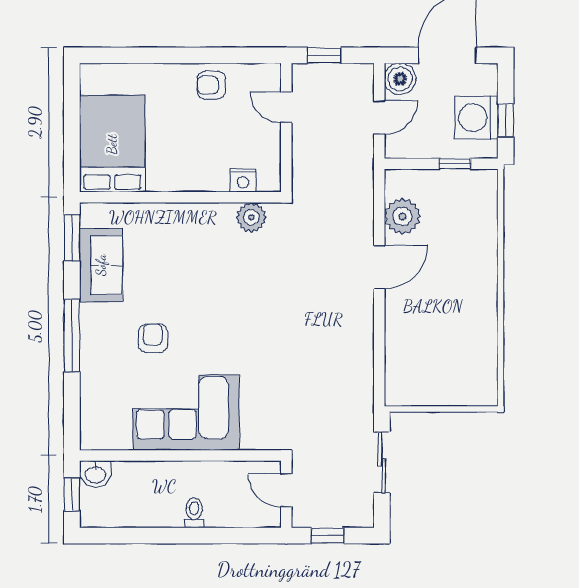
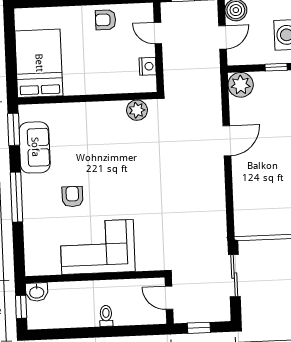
nightstand: (243, 180) -> (148, 66), moved, turned -90
plant: (402, 216) -> (241, 85), moved

